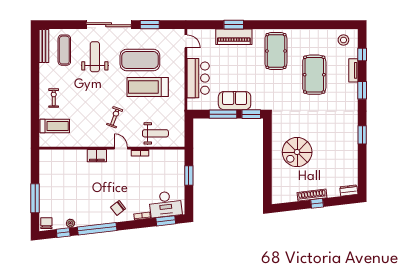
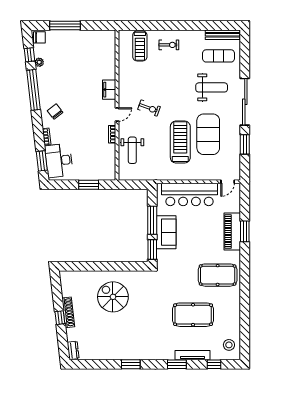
tv unit: (353, 70) -> (192, 355), width x1.41
bar counter: (198, 78) -> (190, 194), width x1.36

